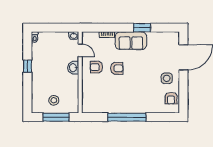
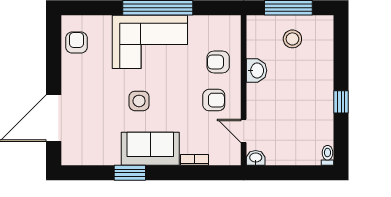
washbasin: (73, 68) -> (257, 70), moved
armchair: (117, 68) -> (218, 62), moved
side table: (167, 78) -> (139, 101), moved
corner sofa: (131, 99) -> (150, 42), added

